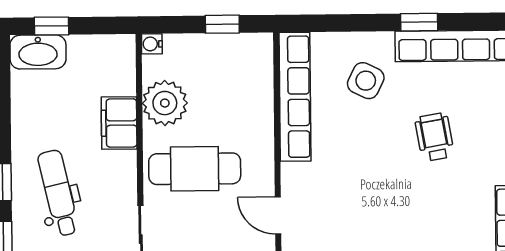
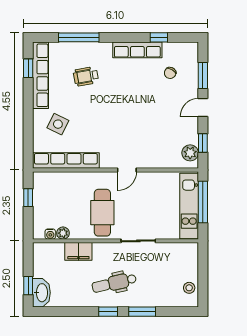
window: (419, 22) -> (28, 68), moved
water cooler: (152, 44) -> (50, 234), moved
plant: (165, 103) -> (63, 233), width x0.53, depth x0.53
wheelchair: (435, 137) -> (86, 76), moved

